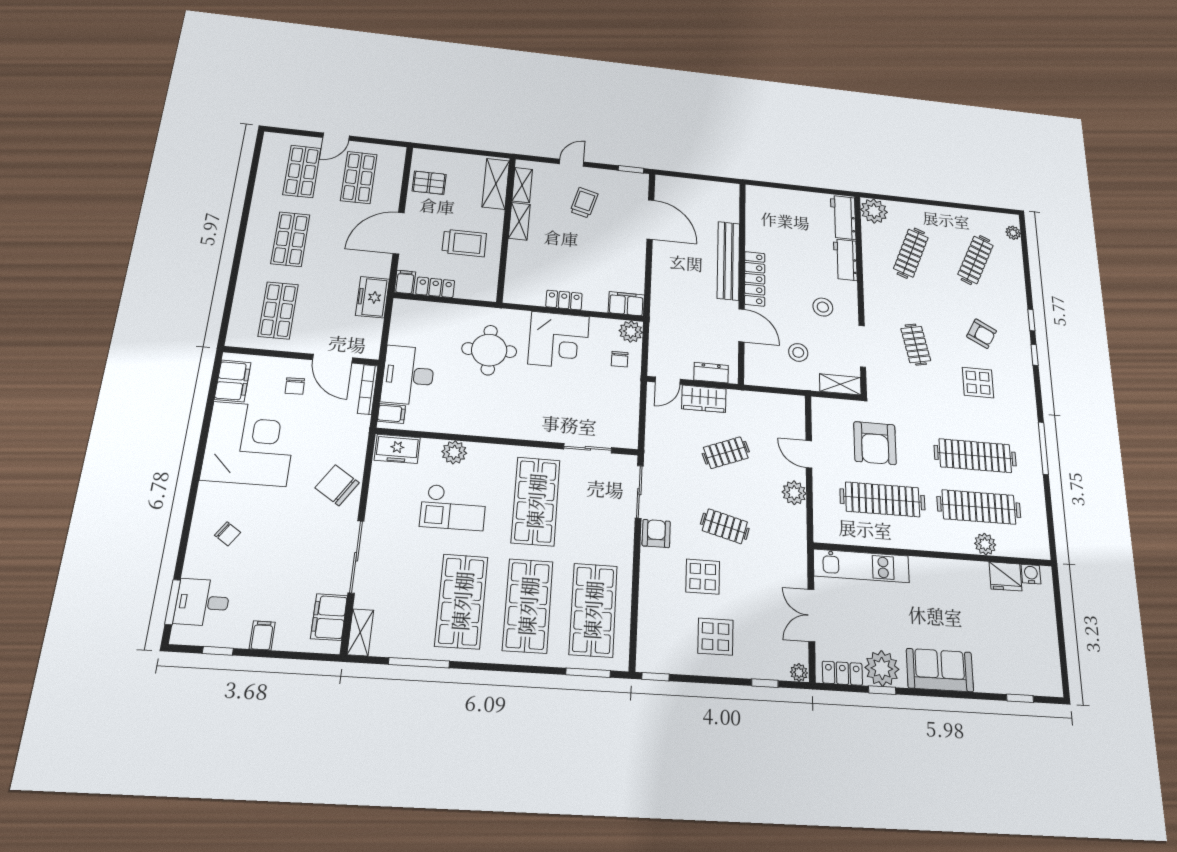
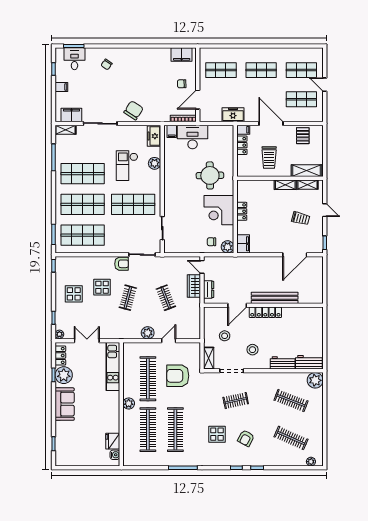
corner desk: (250, 444) -> (151, 67), removed
plant: (985, 544) -> (129, 403), moved

